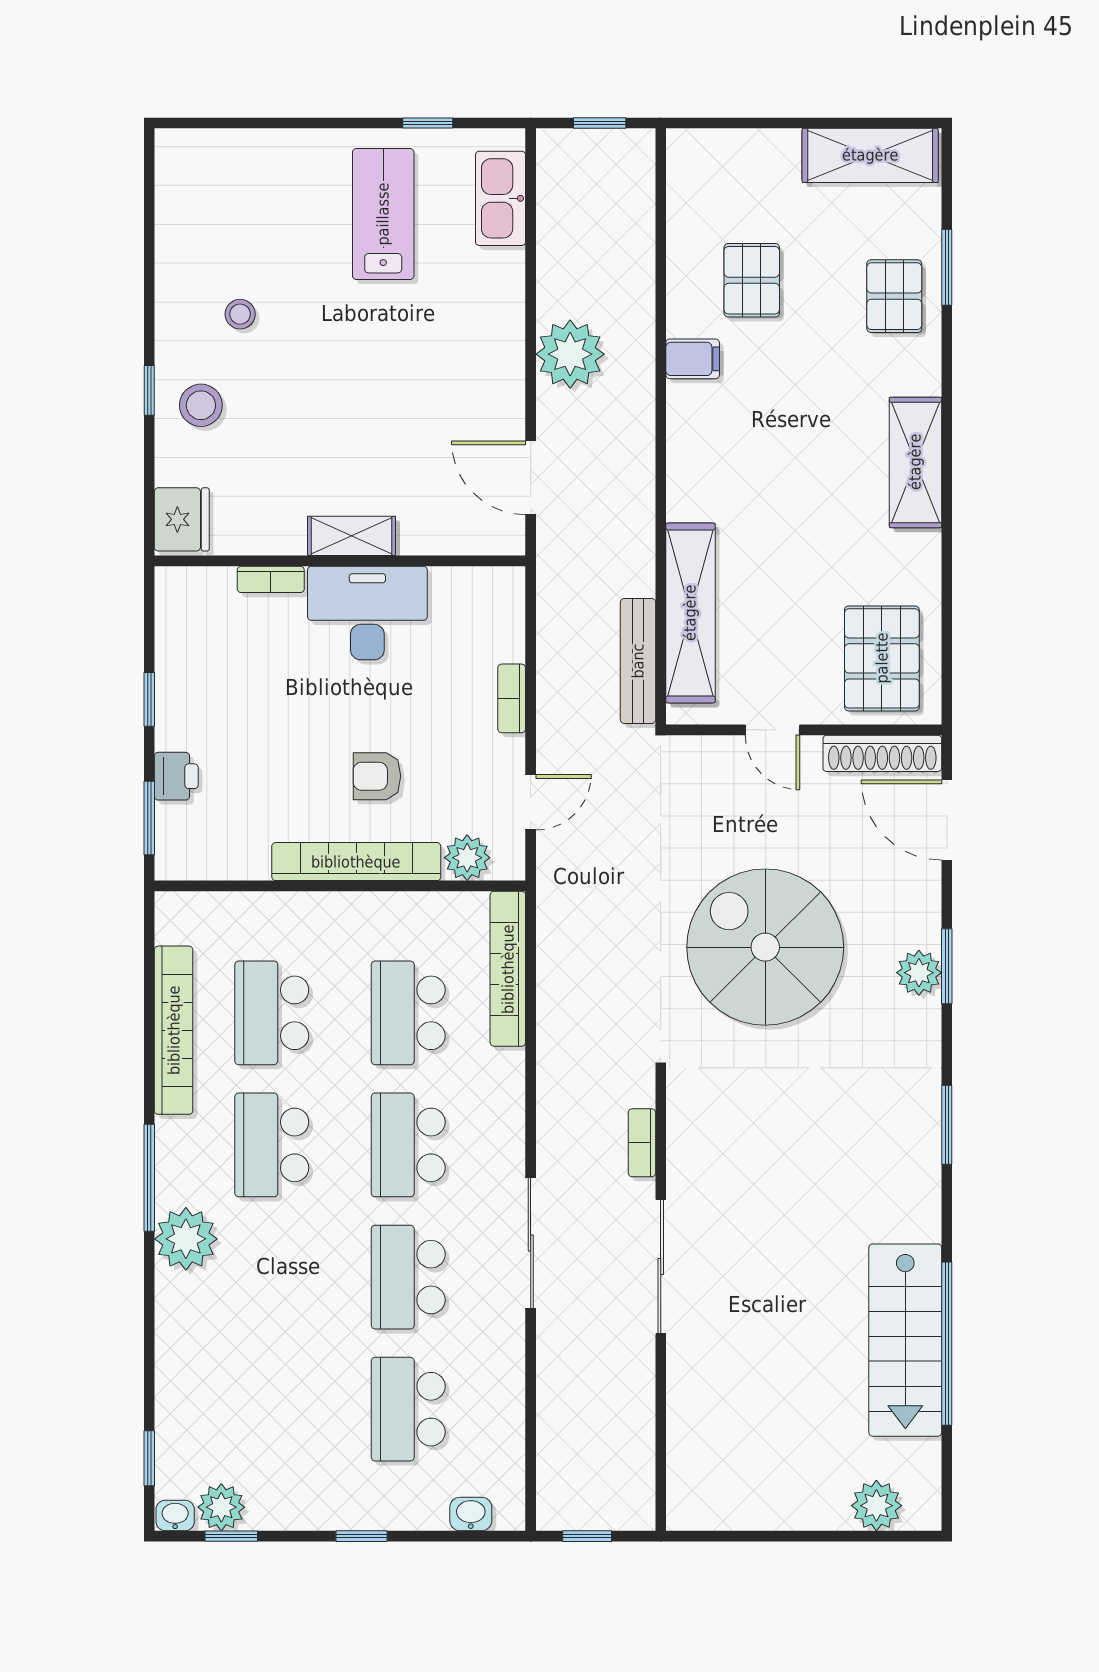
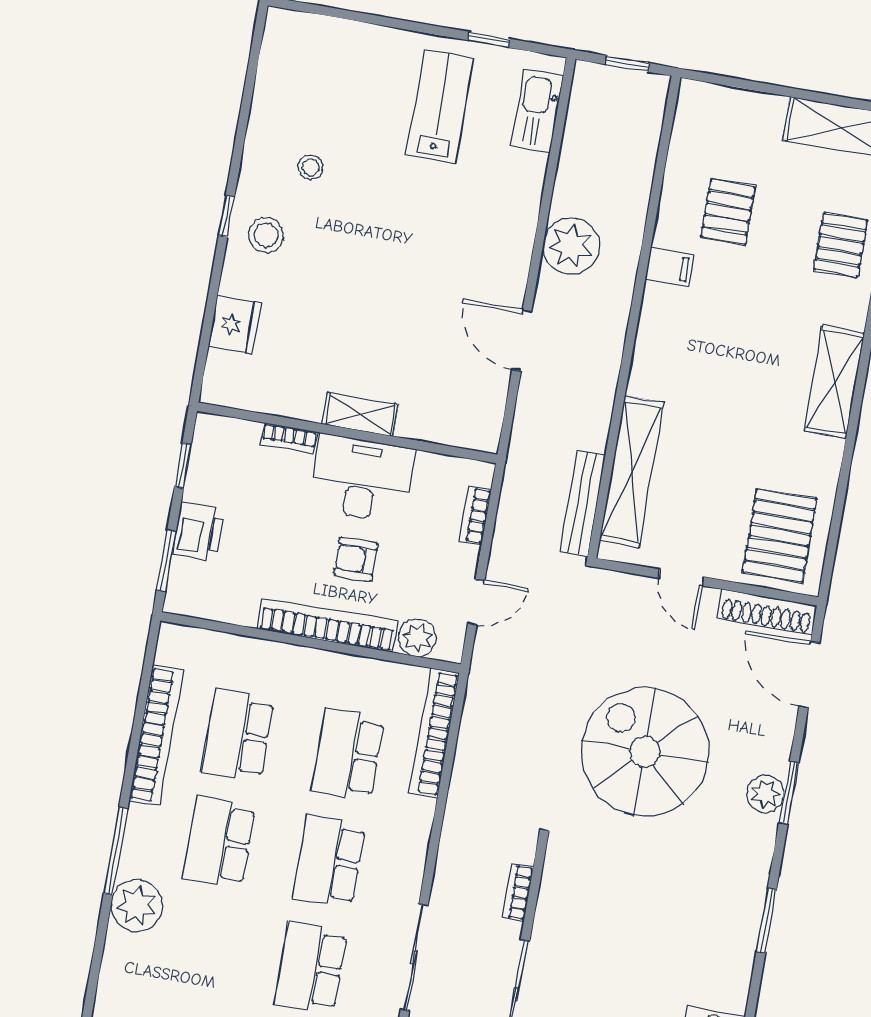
shelving: (352, 536) -> (360, 414), moved
wall: (340, 561) -> (347, 433), moved
bookcase: (271, 579) -> (289, 438), moved
desk: (367, 613) -> (362, 479), moved
printer: (176, 776) -> (198, 532), width x1.36, depth x1.24

